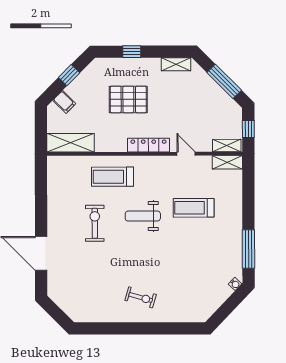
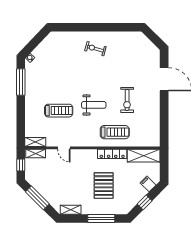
window: (132, 52) -> (101, 219), width x2.17
pallet: (128, 99) -> (104, 186), turned 90
locker: (148, 145) -> (112, 154), moved

